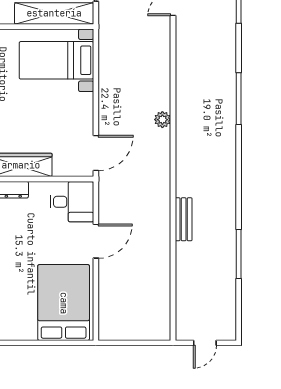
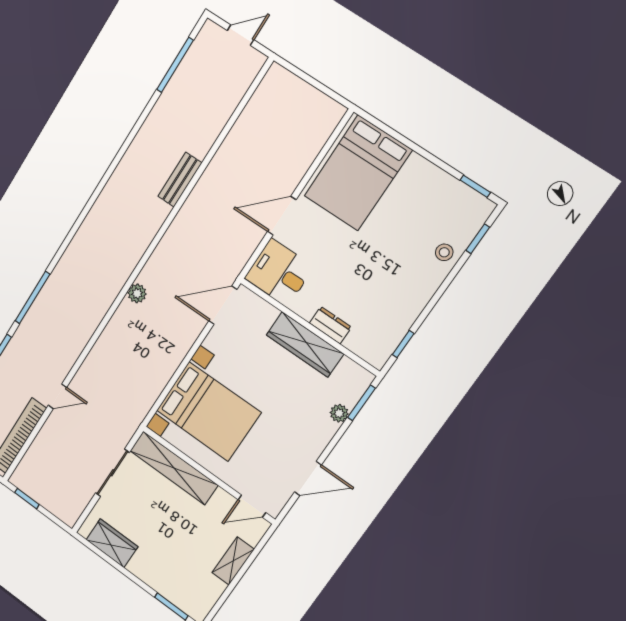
bed with nightstands: (56, 60) -> (208, 411), width x1.36
window: (239, 99) -> (32, 298), moved
window: (239, 254) -> (175, 65), moved

